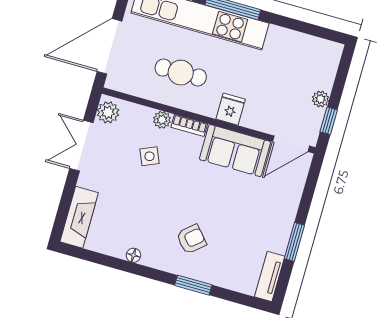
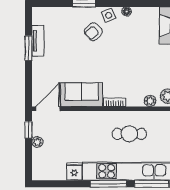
fridge: (231, 109) -> (74, 171), moved, turned 180
plant: (162, 120) -> (150, 101), moved
side table: (149, 156) -> (109, 15), moved
tv unit: (270, 276) -> (38, 41), moved

